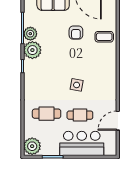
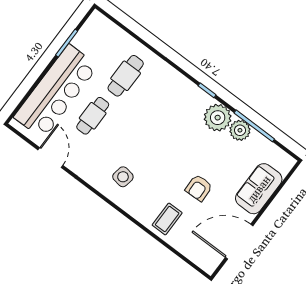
armchair: (76, 33) -> (199, 188), turned -92
side table: (77, 85) -> (123, 177), moved
bar counter: (82, 143) -> (56, 92), width x1.36
plant: (32, 146) -> (99, 28), removed

